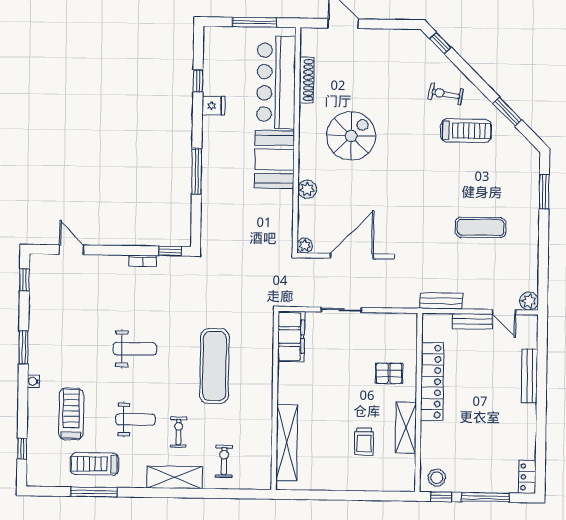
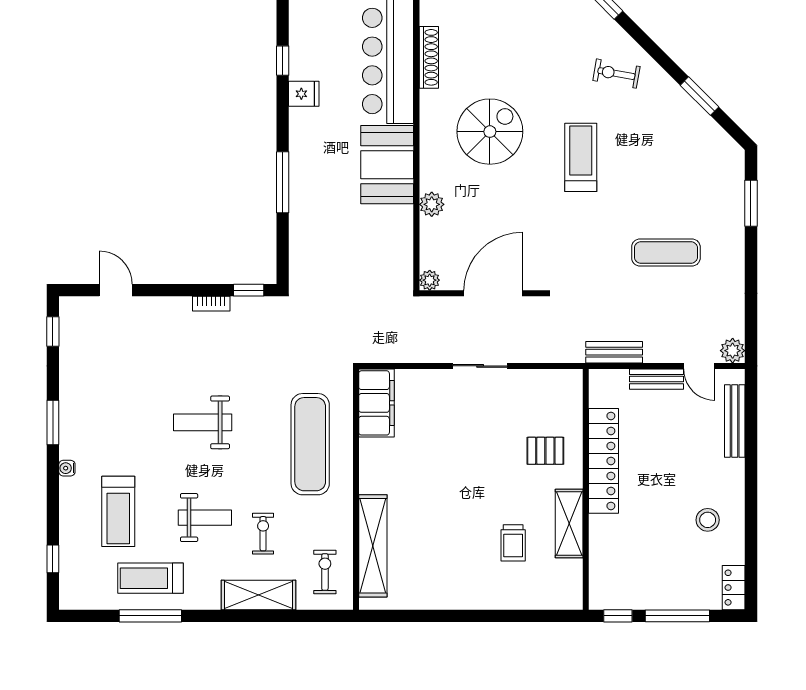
treadmill: (466, 131) -> (581, 157), moved, turned -90
filing cabinet: (291, 337) -> (377, 403), moved
weight bench: (135, 349) -> (203, 422), turned 180
bench: (530, 376) -> (735, 421), moved
wall: (275, 400) -> (356, 489), moved
treadmill: (71, 414) -> (118, 511), turned 180
shelving: (287, 443) -> (373, 546), moved
stool: (437, 478) -> (708, 520), moved

